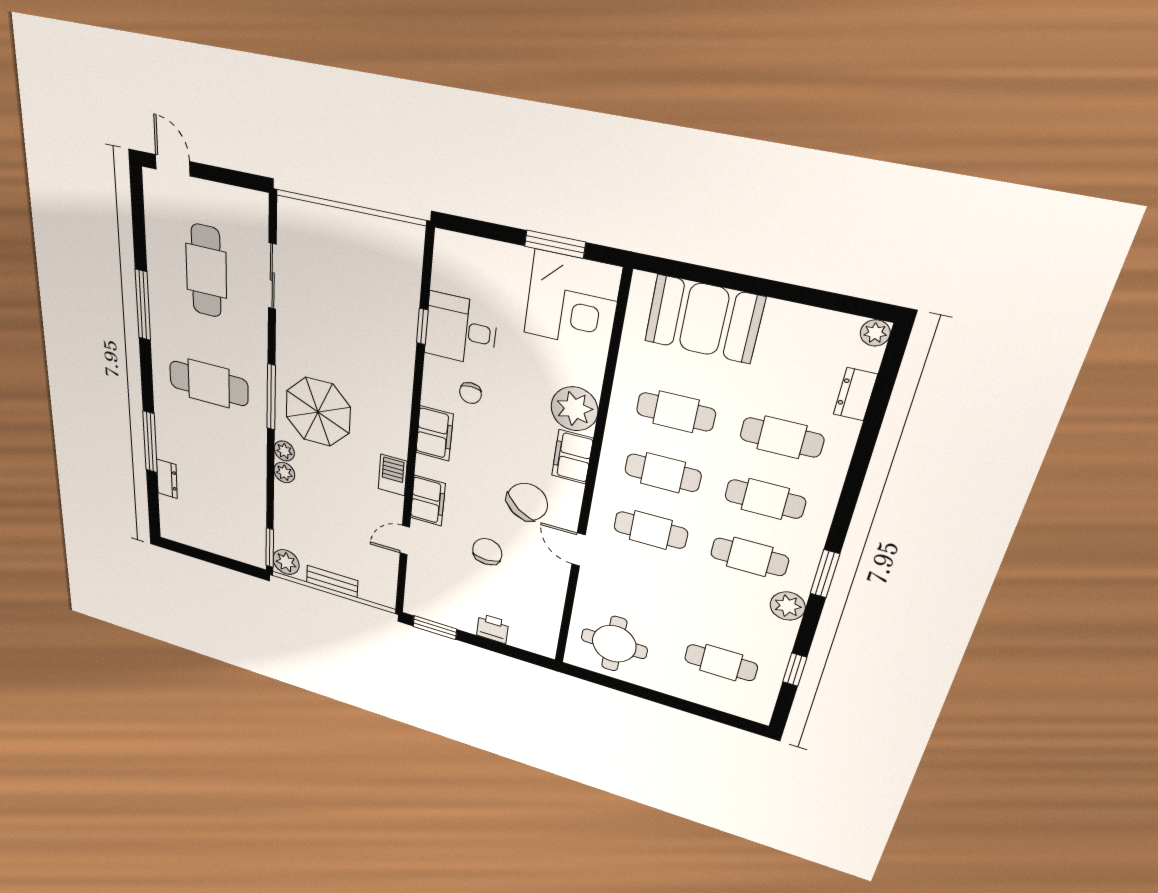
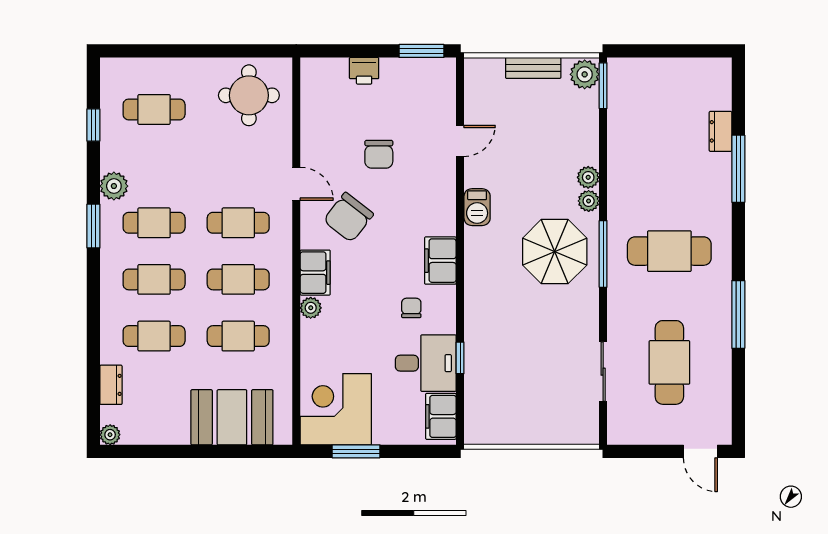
plant: (574, 409) -> (311, 308), width x0.53, depth x0.53
filing cabinet: (428, 501) -> (441, 416), moved

